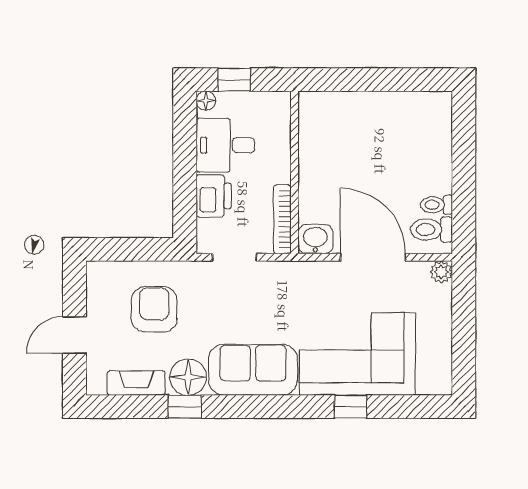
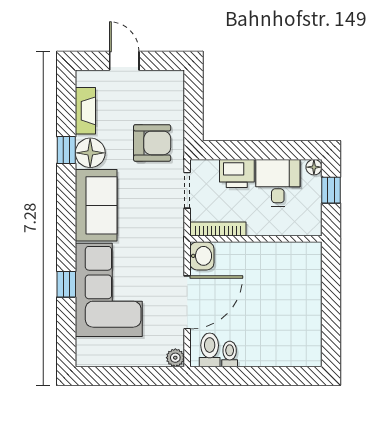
armchair: (154, 309) -> (152, 143), moved

